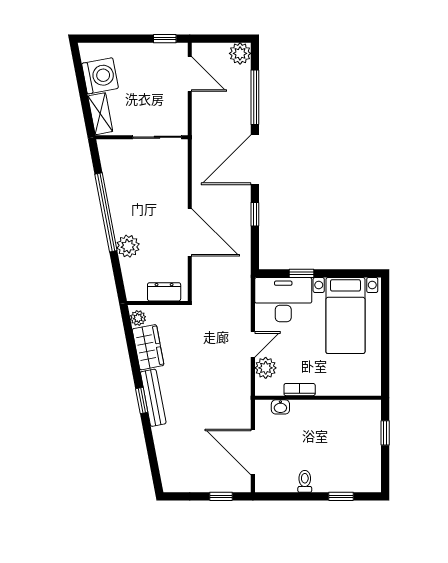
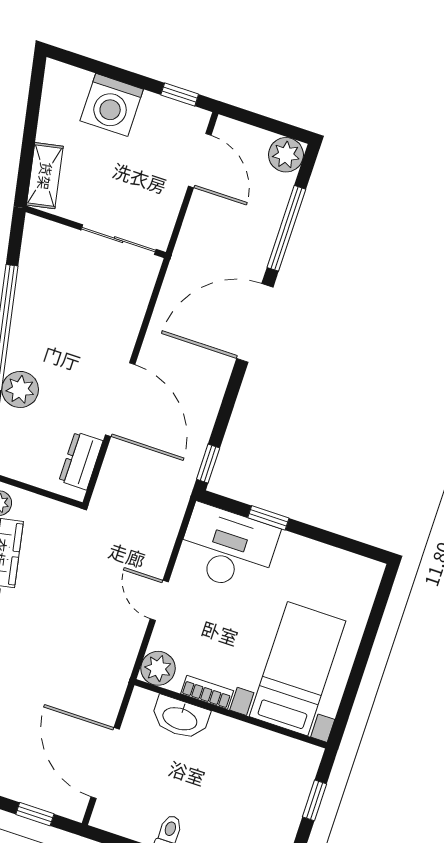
washing machine: (100, 76) -> (112, 105), moved, turned 101
window: (255, 214) -> (208, 464), moved
dresser: (164, 292) -> (81, 461), moved, turned -90
bed with nightstands: (345, 316) -> (298, 669), moved, turned 180
door: (253, 344) -> (159, 600), swing flipped
plant: (266, 368) -> (158, 668), moved
washbasin: (280, 407) -> (180, 718), width x1.91, depth x1.45

